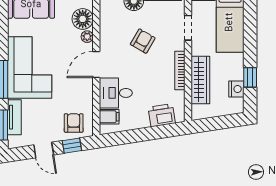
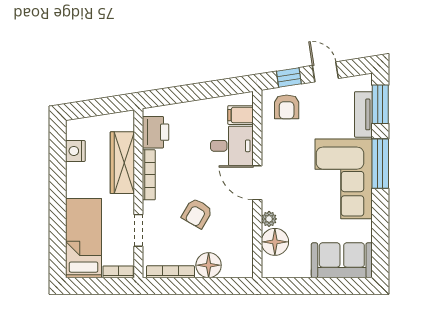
door: (96, 65) -> (257, 183), swing flipped
window: (250, 77) -> (58, 166), removed
printer: (162, 115) -> (155, 132), moved, turned -81

